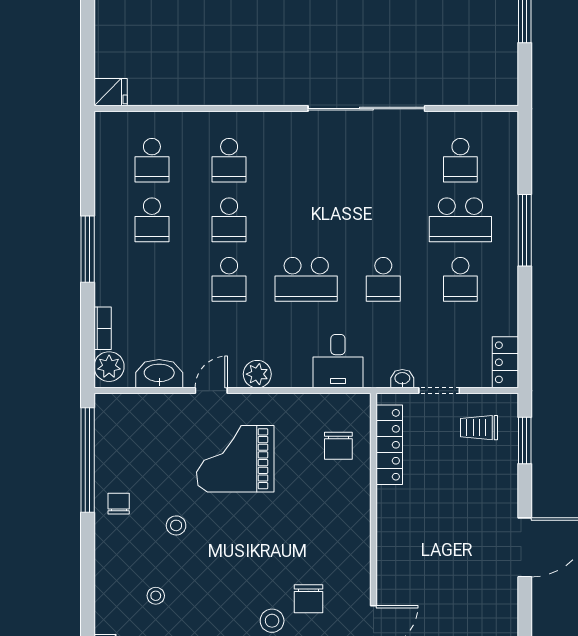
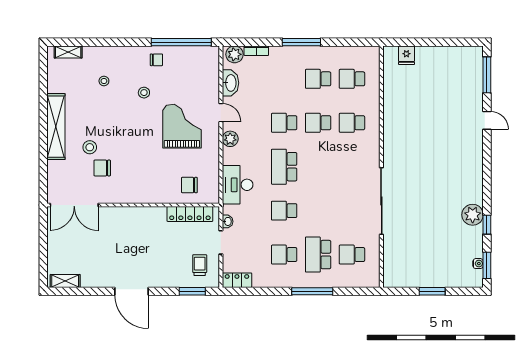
fridge: (111, 92) -> (406, 55), moved
desk: (338, 361) -> (238, 185), width x1.37

